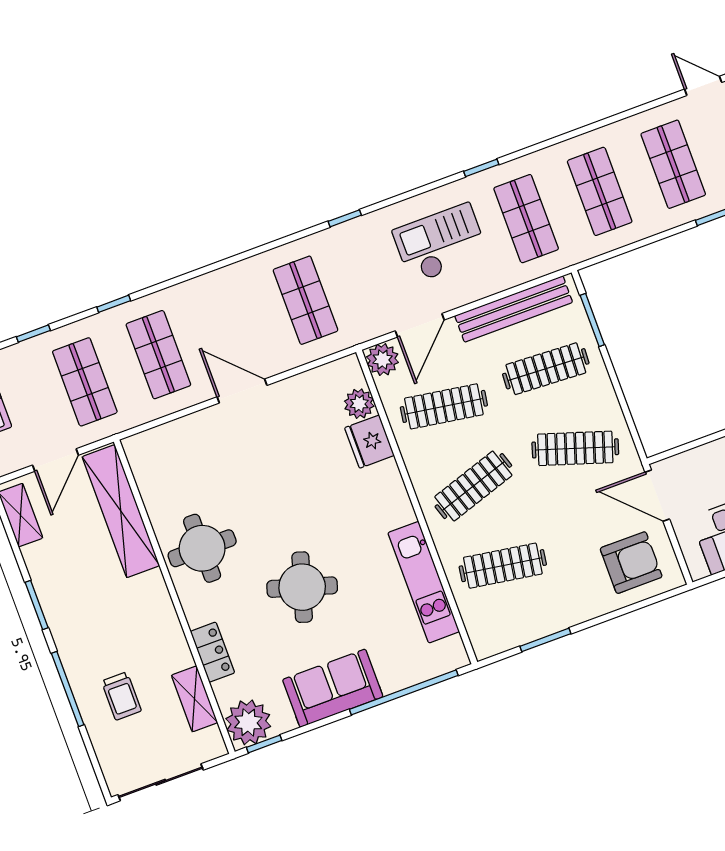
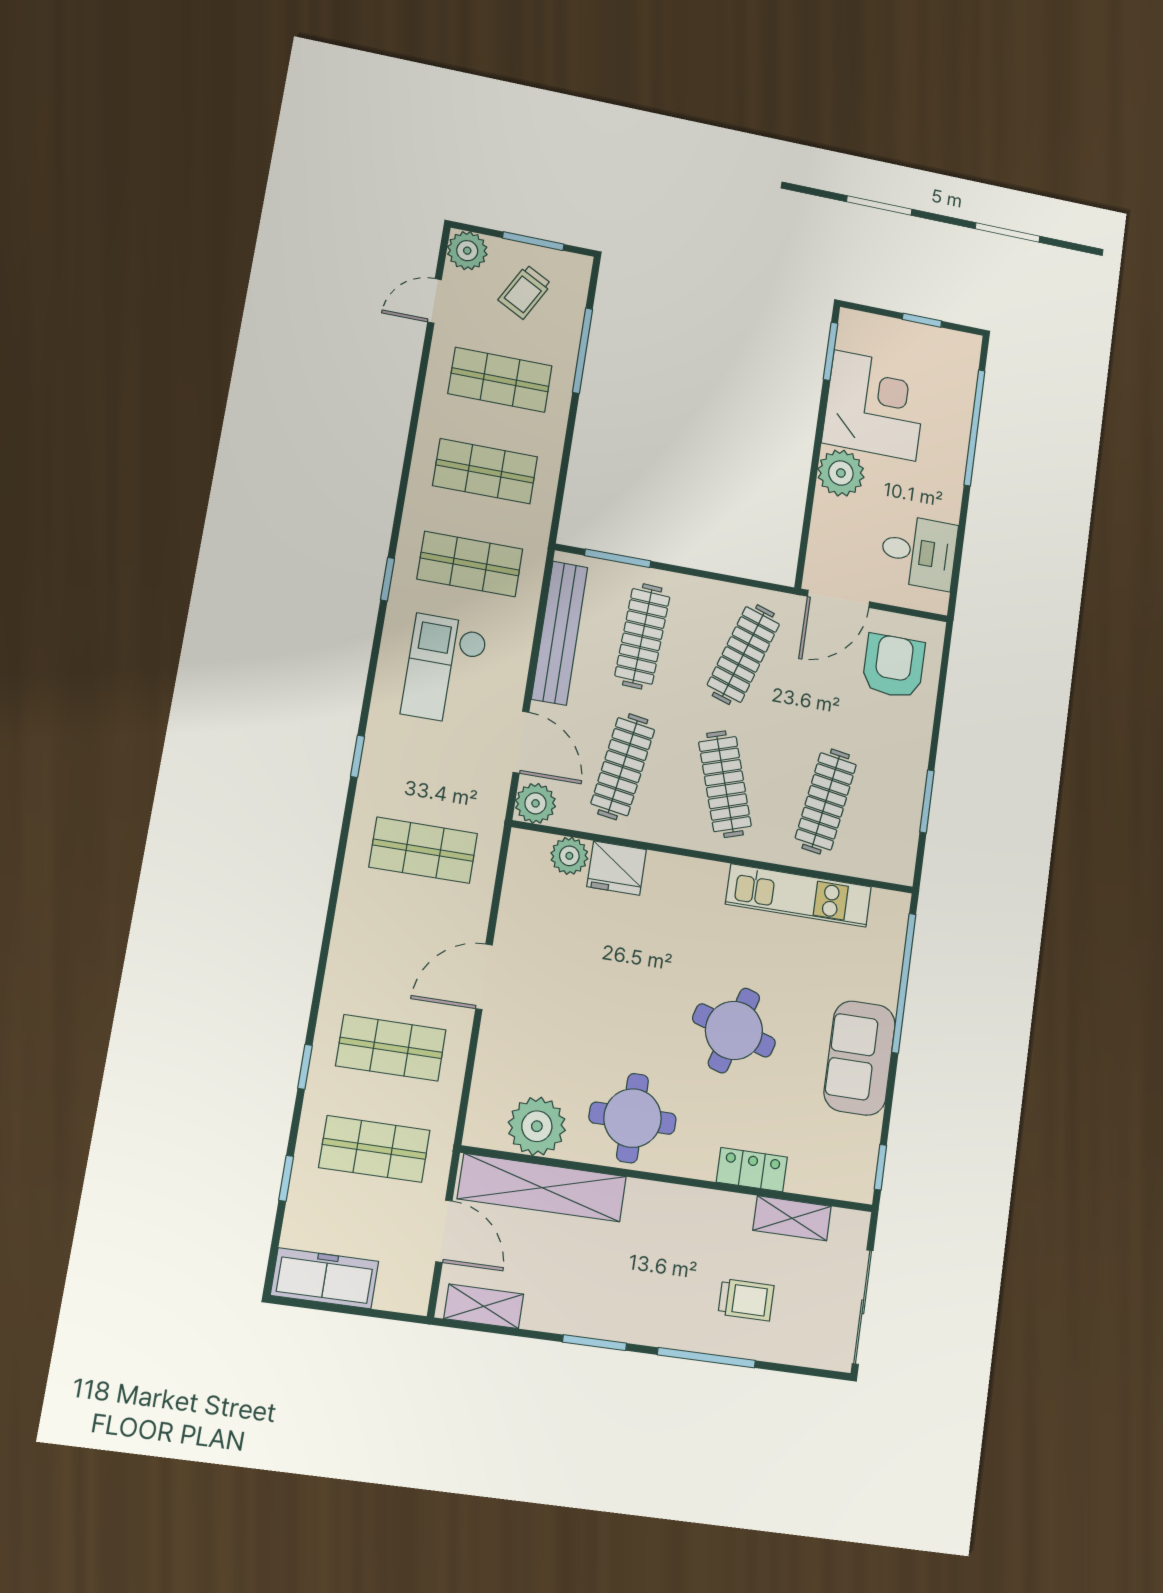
plant: (248, 722) -> (537, 1126), moved

